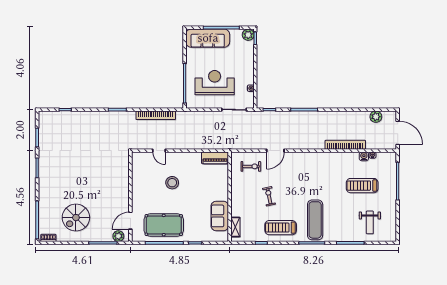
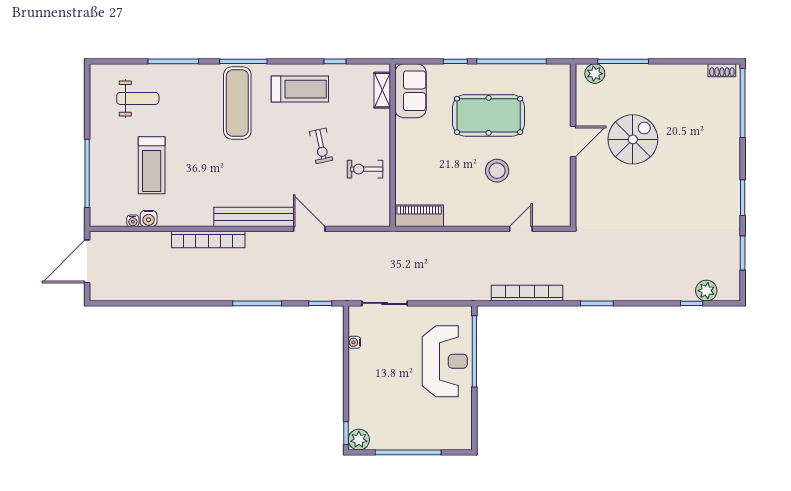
sofa: (208, 38) -> (432, 433), removed
reception desk: (215, 83) -> (445, 361), moved, turned -90
plant: (376, 117) -> (706, 291), moved
door: (398, 133) -> (87, 261), hinge flipped
bookcase: (345, 145) -> (208, 240), moved
door: (159, 151) -> (521, 229), hinge flipped
door: (275, 151) -> (309, 229), hinge flipped
bench: (306, 157) -> (254, 217), added
exercise bike: (251, 166) -> (365, 169), moved
treadmill: (362, 186) -> (152, 165), turned 90
sofa: (220, 216) -> (410, 91), moved
spiral stairs: (76, 218) -> (633, 139), moved
door: (130, 221) -> (573, 142), moved
weight bench: (370, 222) -> (138, 98), turned 90
pool table: (164, 225) -> (489, 115), moved

